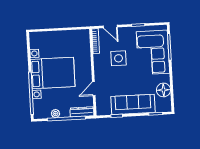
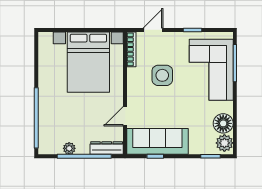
door: (110, 26) -> (153, 30), swing flipped
bed with nightstands: (53, 73) -> (88, 62), moved, turned 90
sofa: (133, 104) -> (157, 141), moved
plant: (165, 104) -> (224, 143), added

